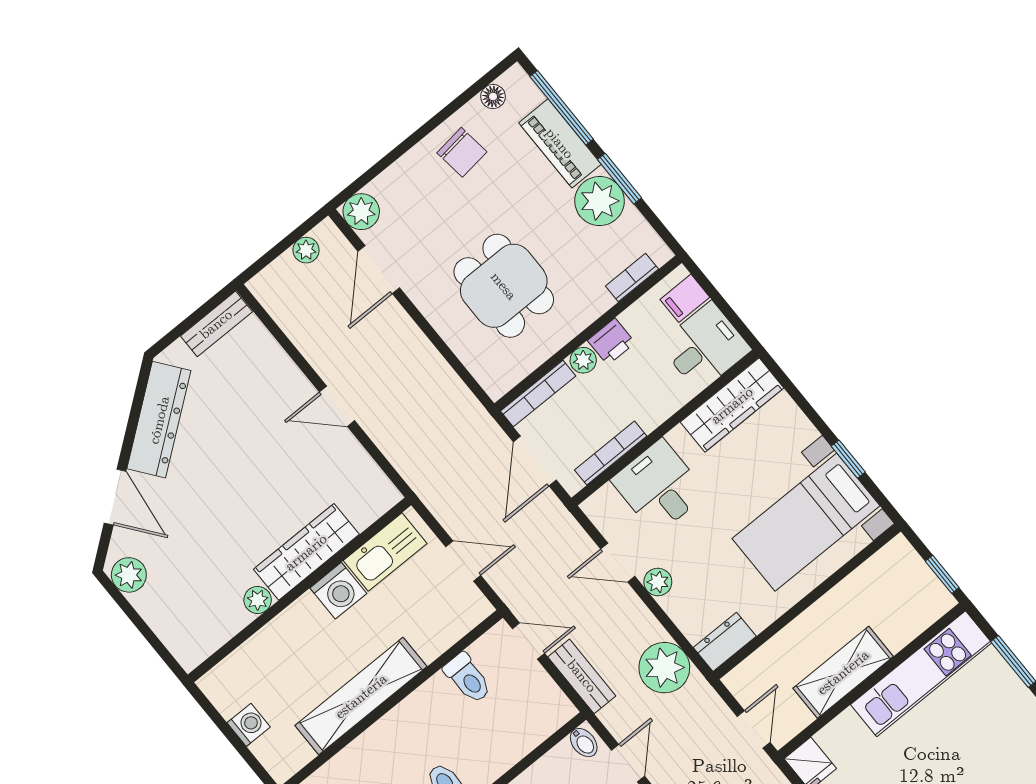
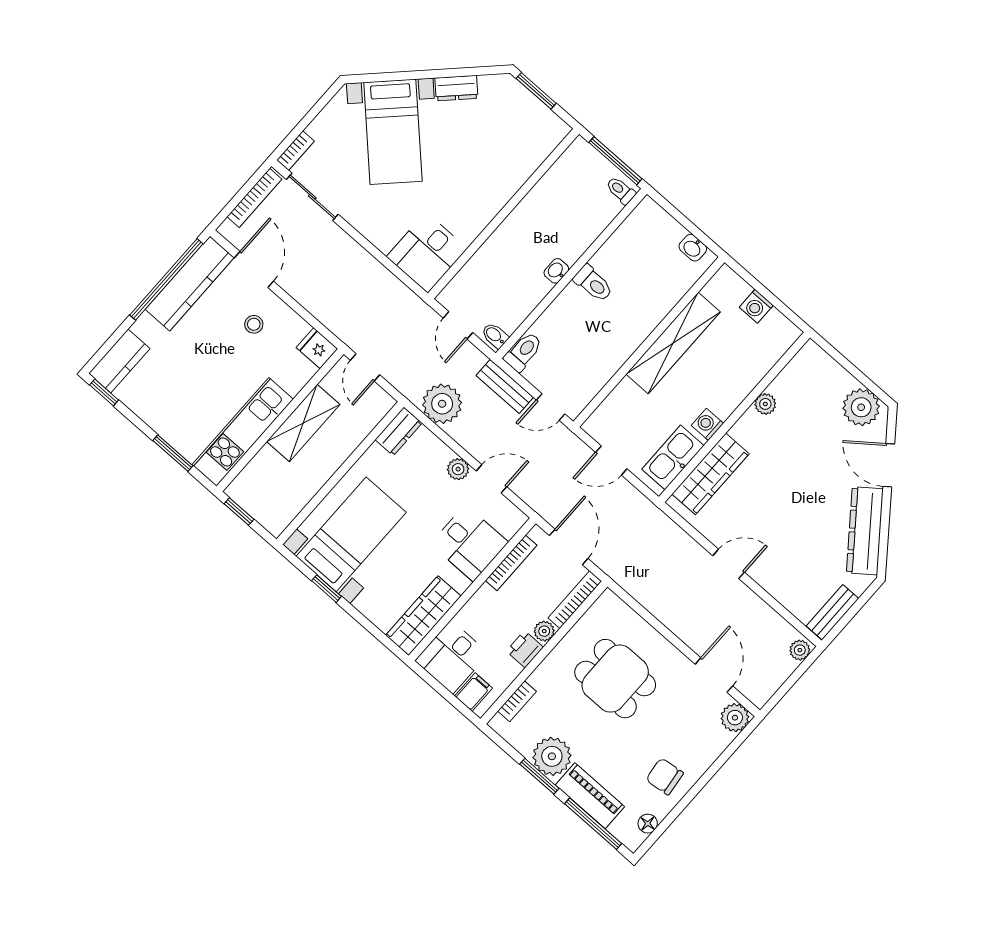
plant: (306, 250) -> (800, 650), moved
wardrobe: (306, 552) -> (710, 474), moved
plant: (129, 575) -> (861, 407), width x1.36, depth x1.36
washing machine: (338, 591) -> (707, 424), width x0.73, depth x0.73
toilet: (468, 678) -> (523, 352), moved, turned 90

